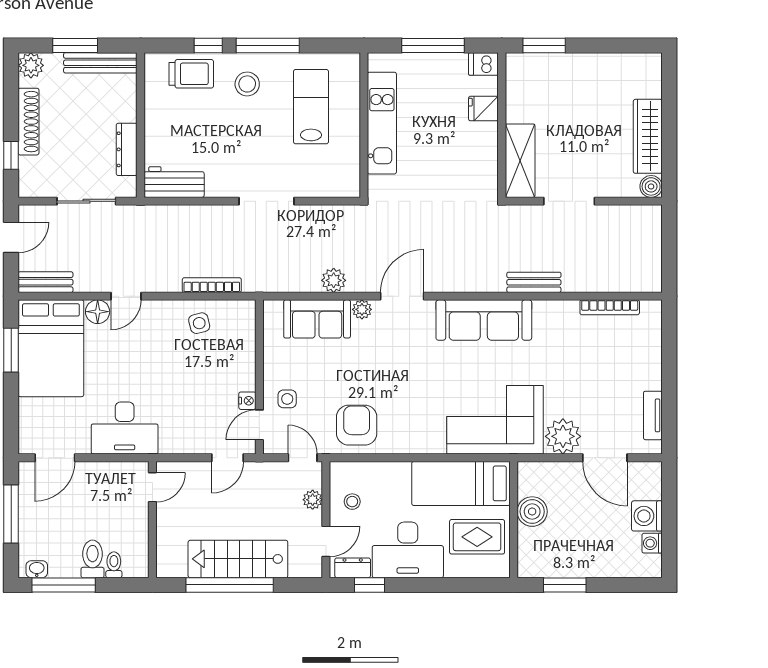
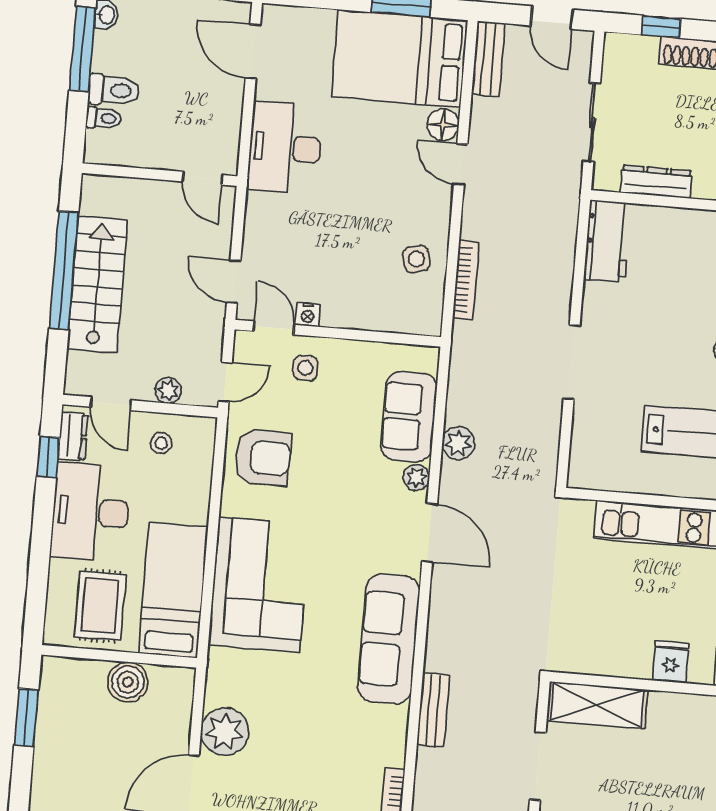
corner sofa: (495, 420) -> (259, 585), moved

